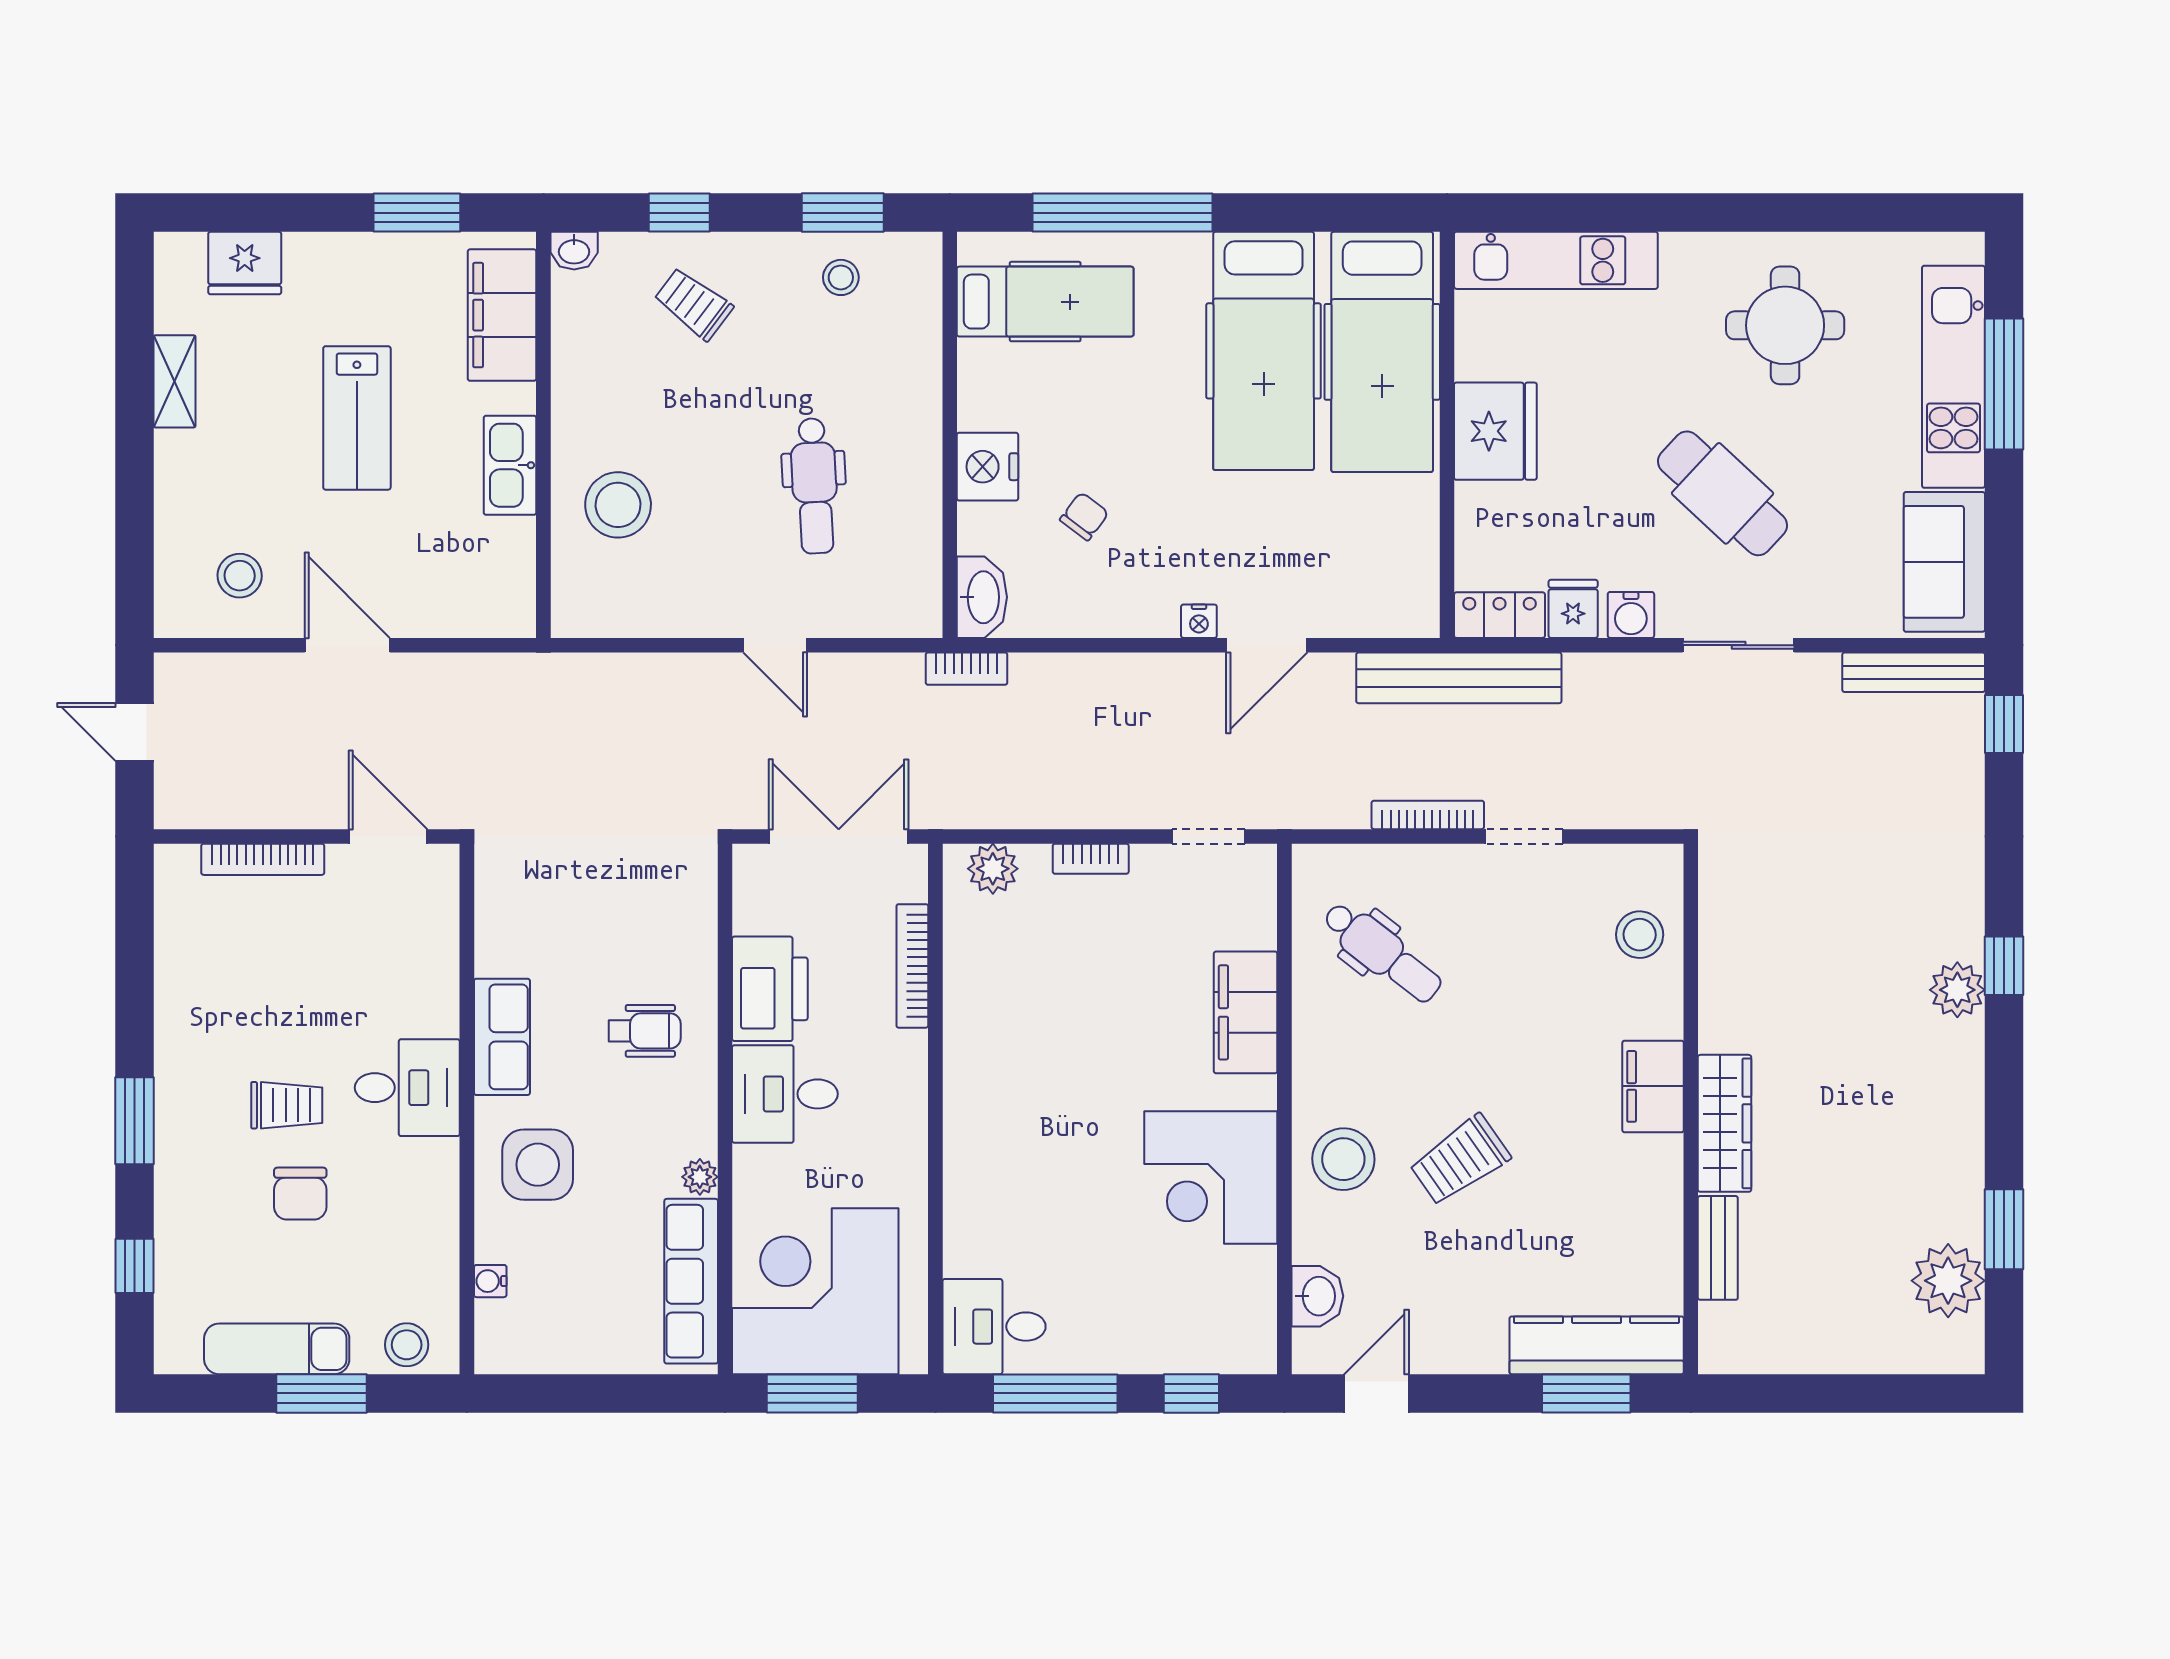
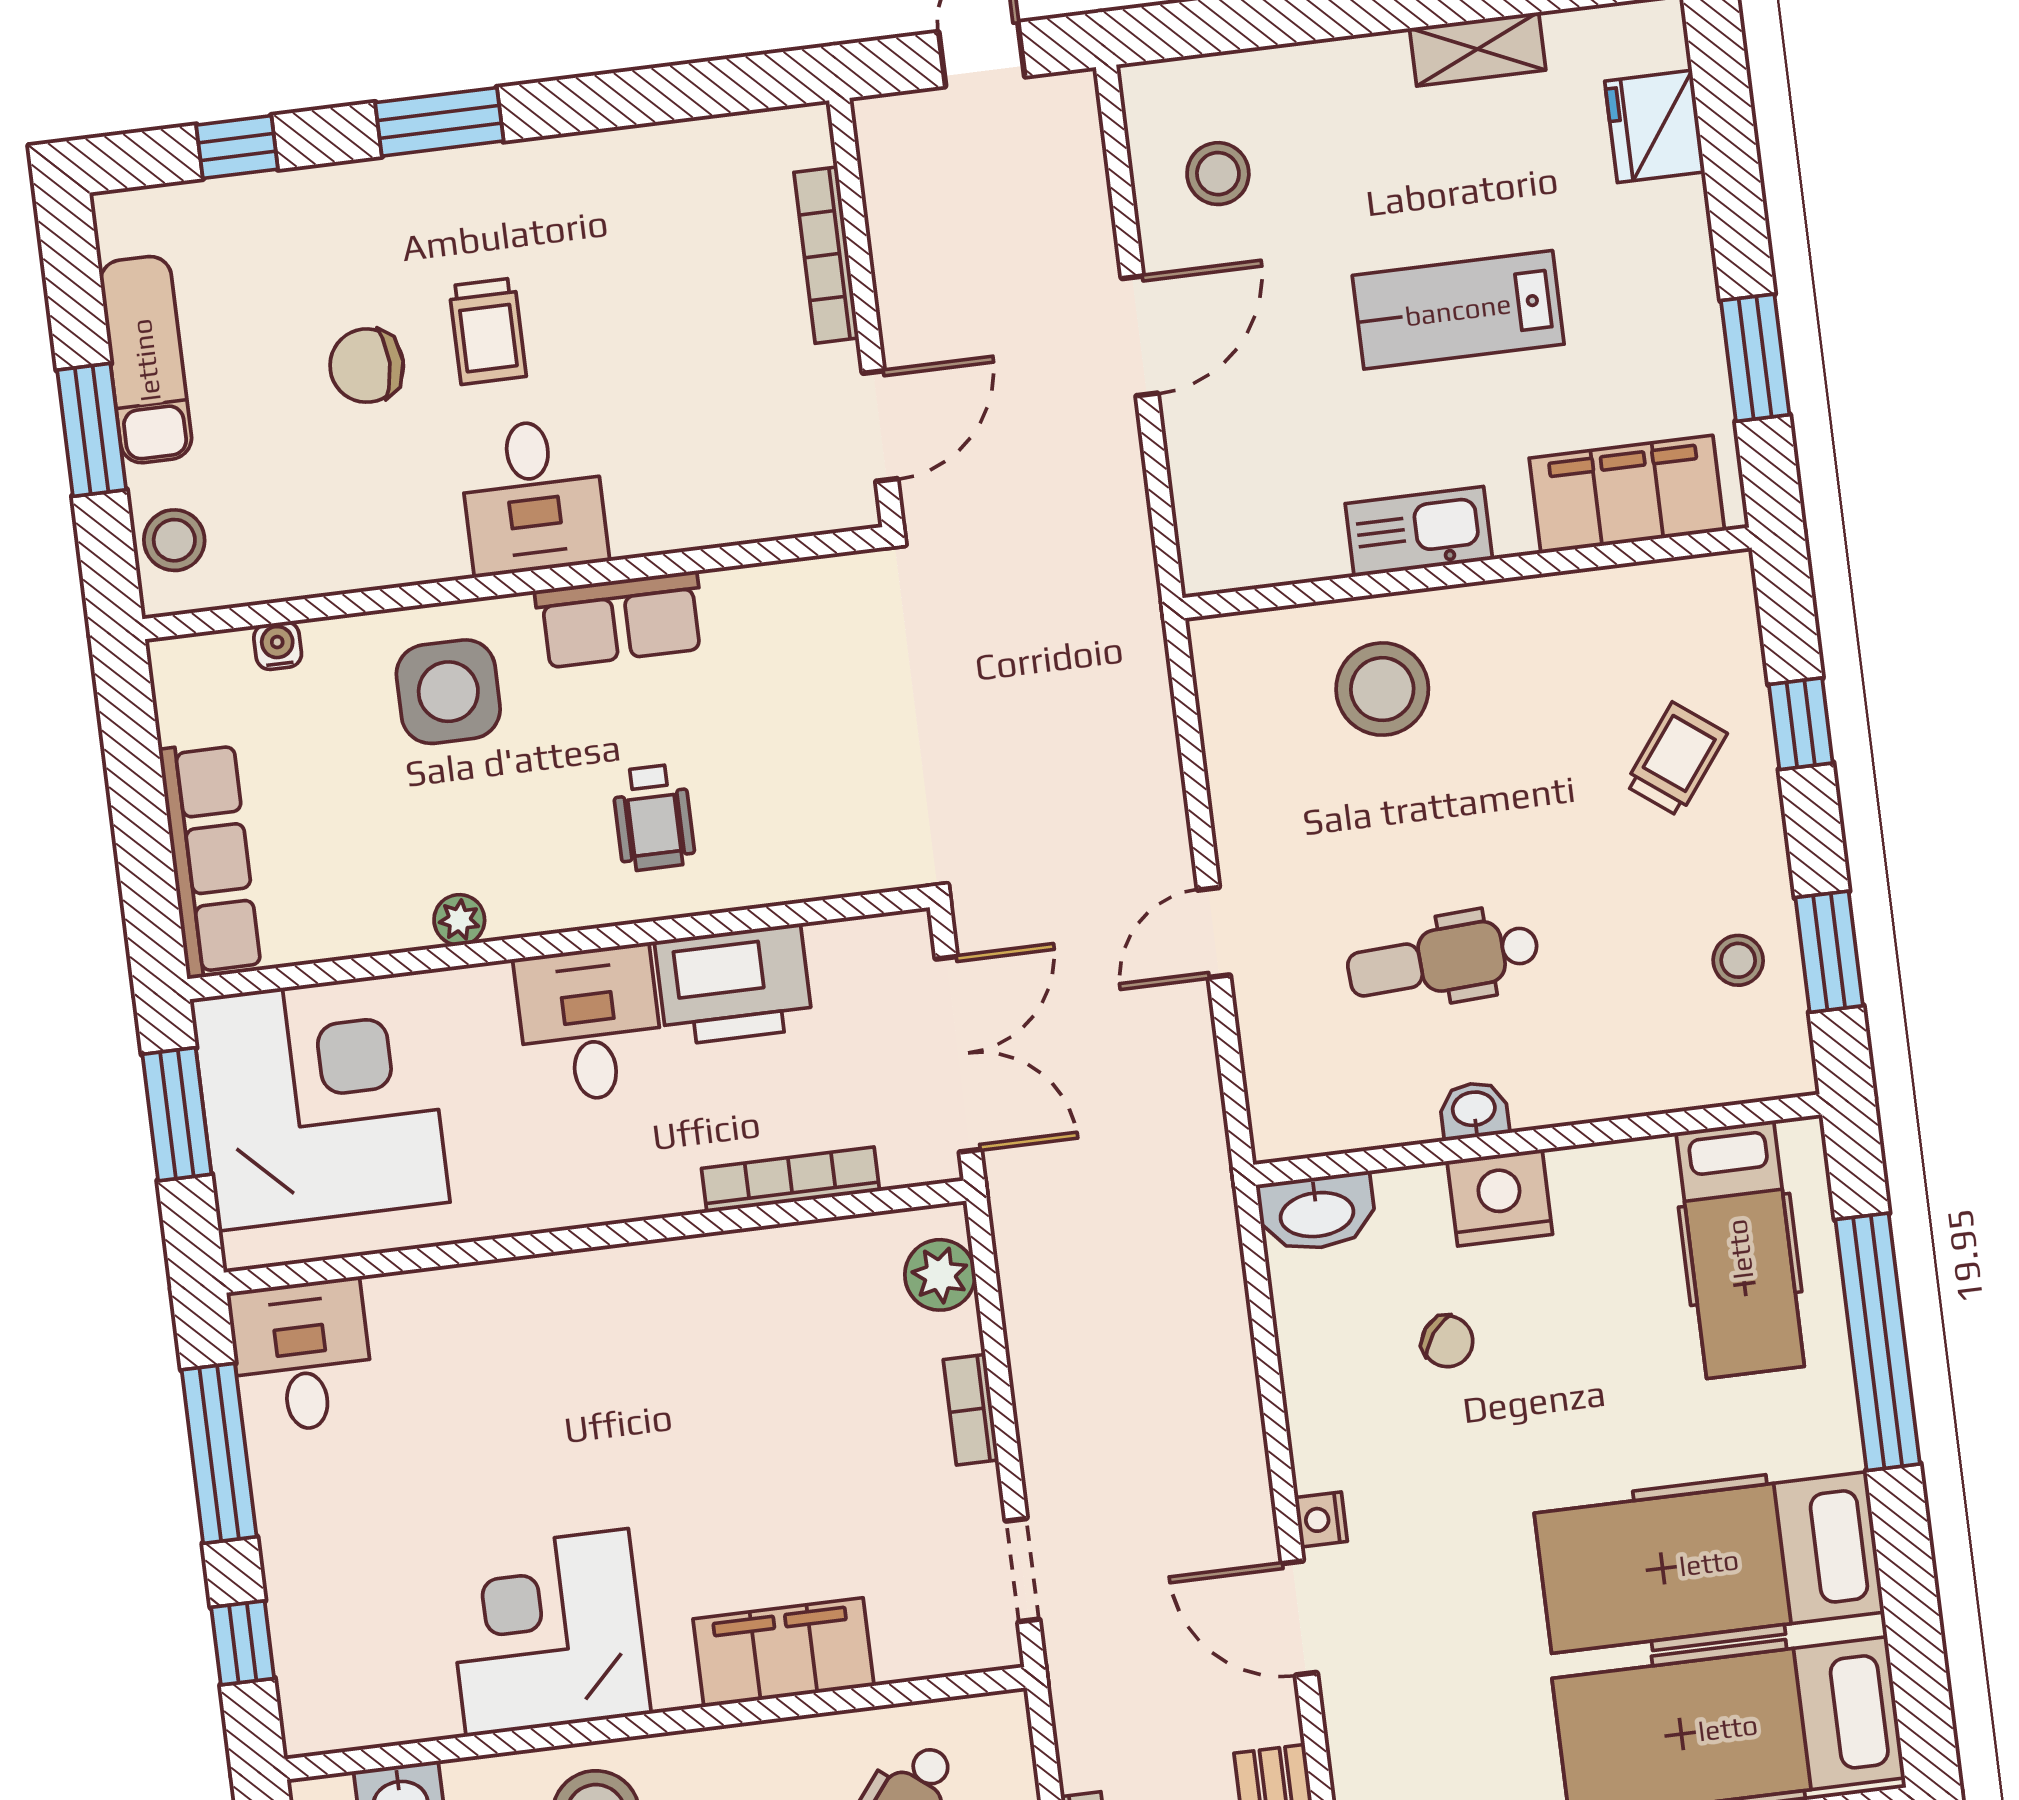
washbasin: (574, 251) -> (1474, 1110), moved, turned 90
bookcase: (967, 669) -> (1214, 1204), removed
row of seats: (691, 1281) -> (210, 860), moved, turned 90

